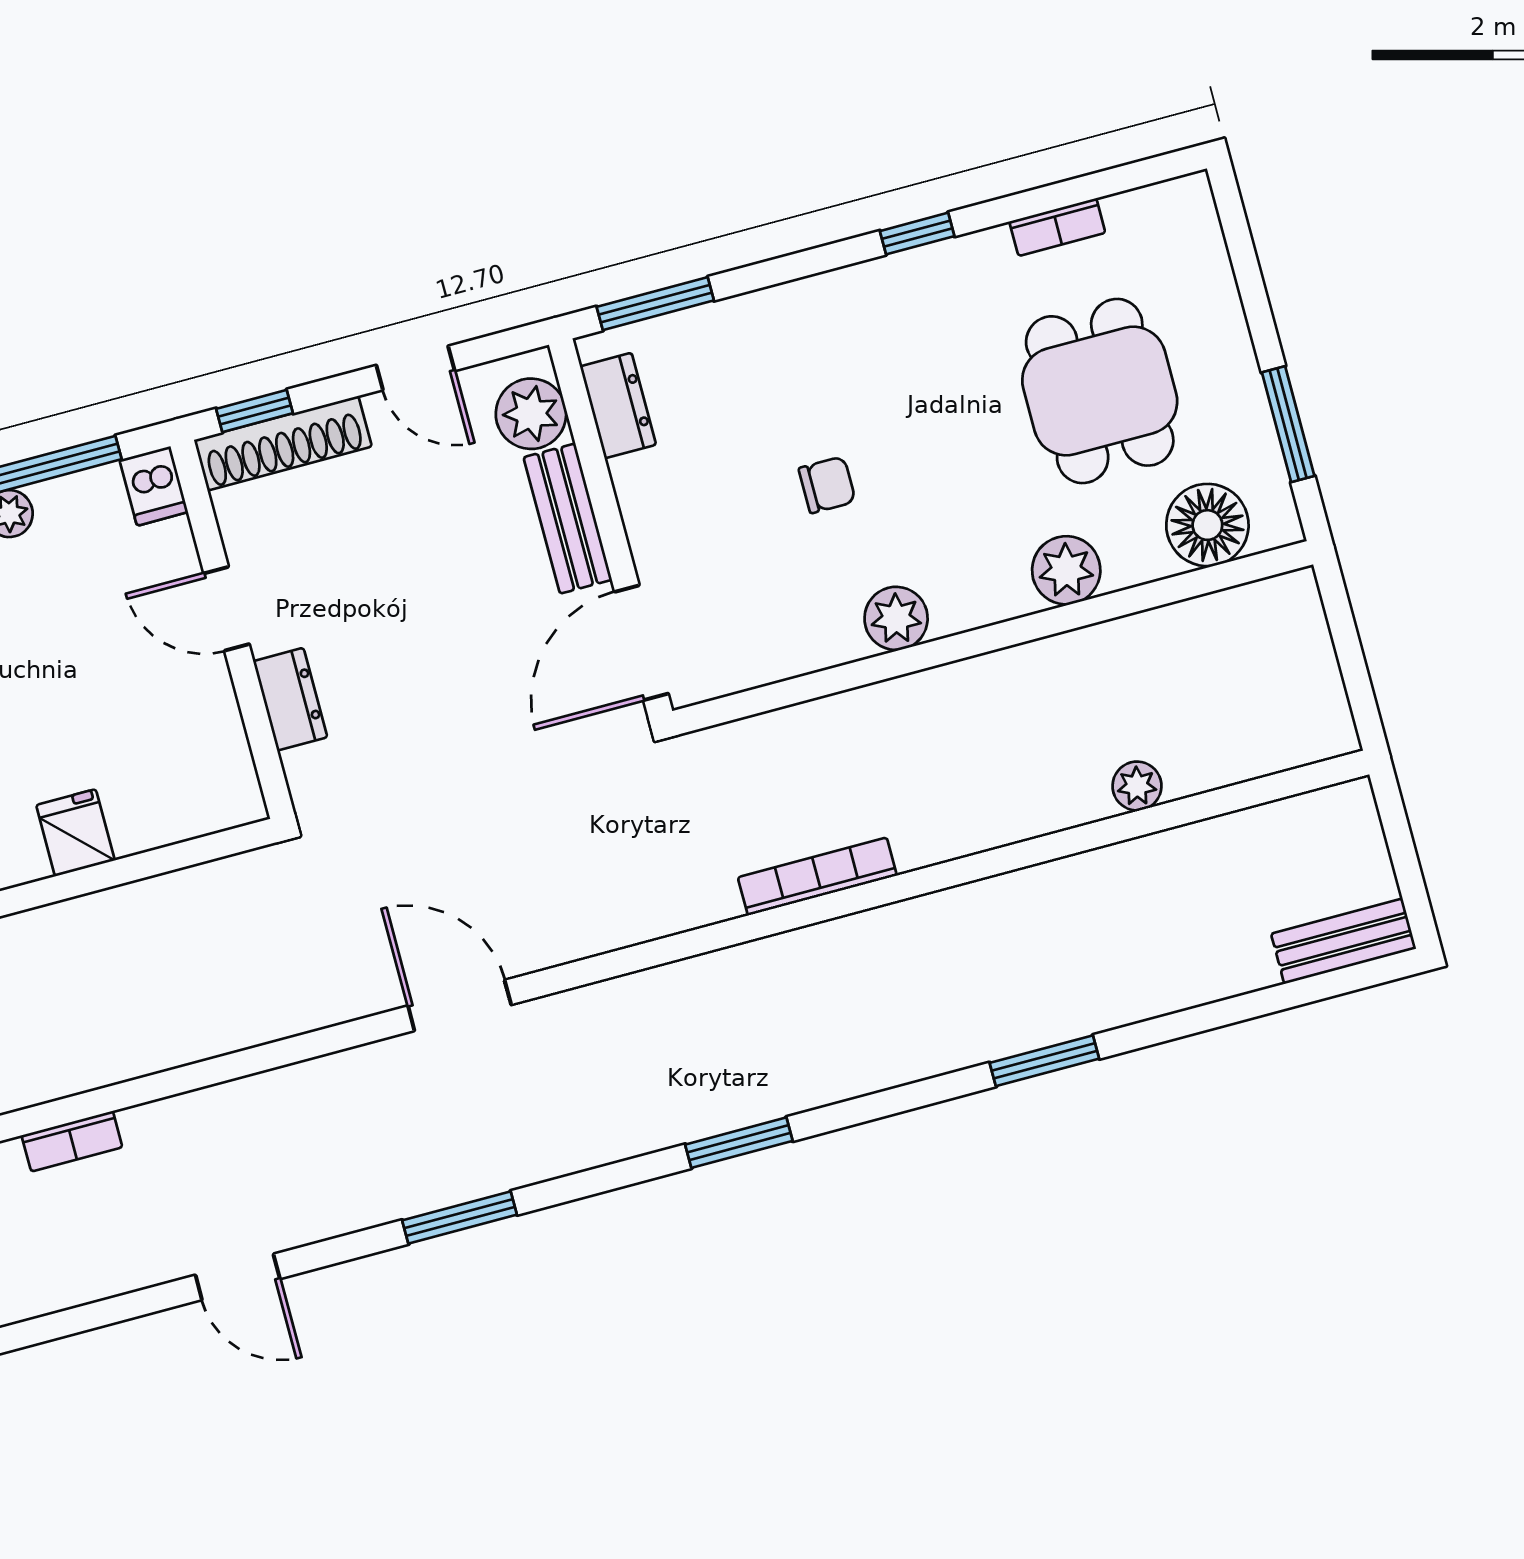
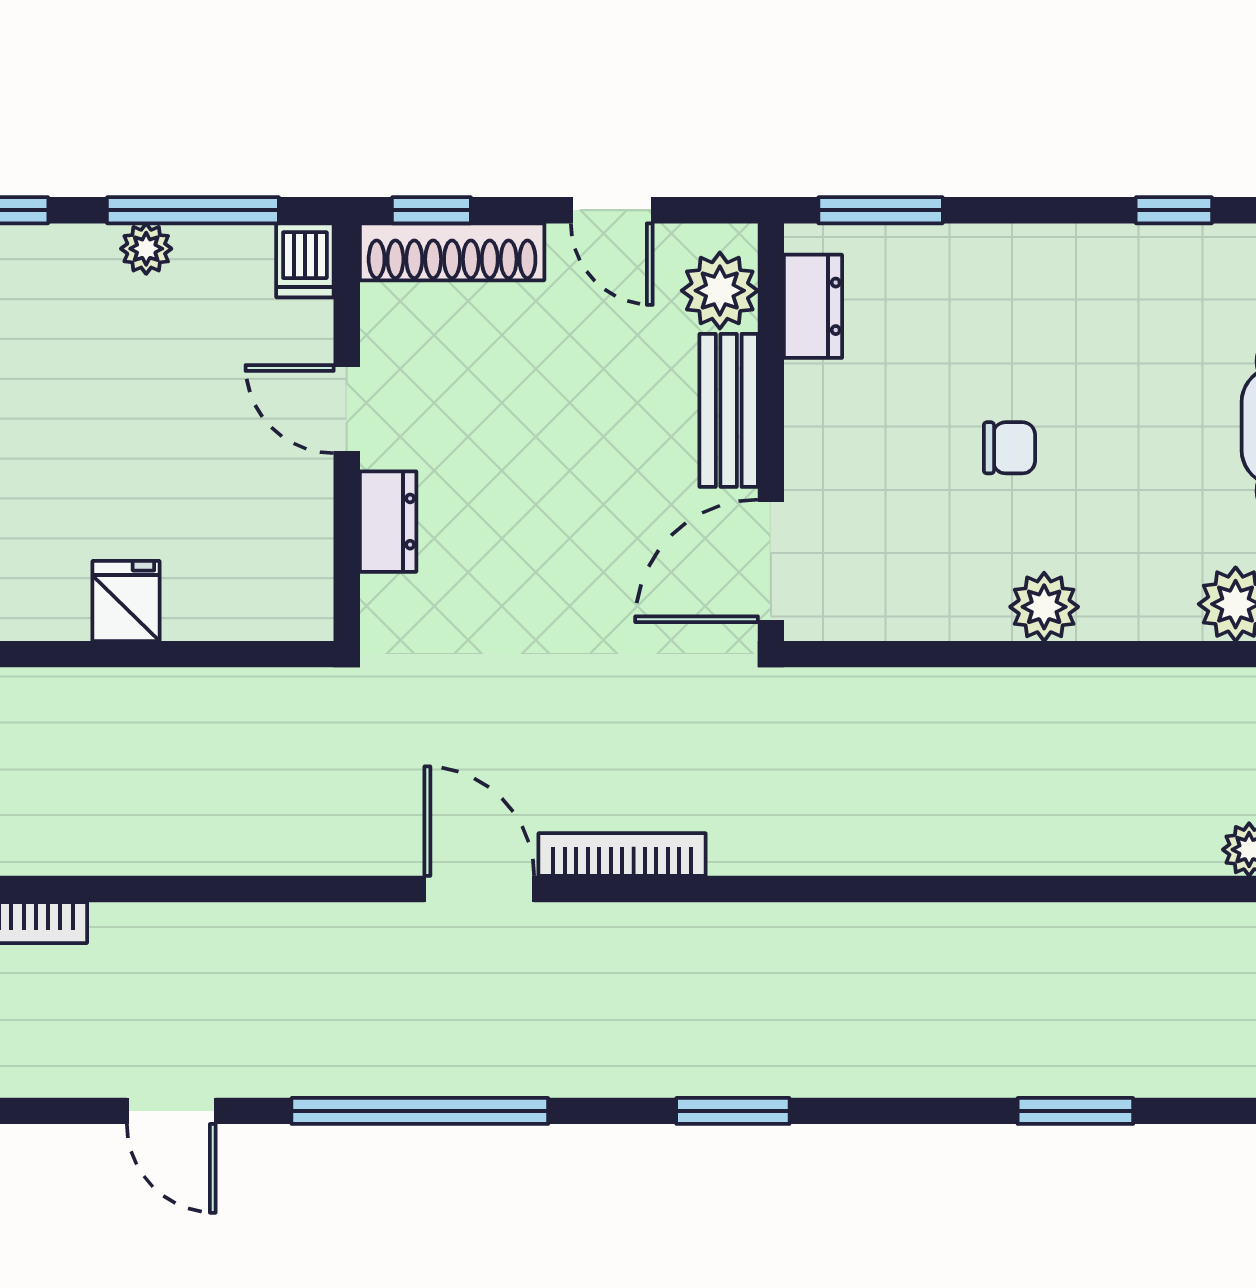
bookcase: (817, 876) -> (622, 855), moved
window: (460, 1217) -> (420, 1111), width x2.11

